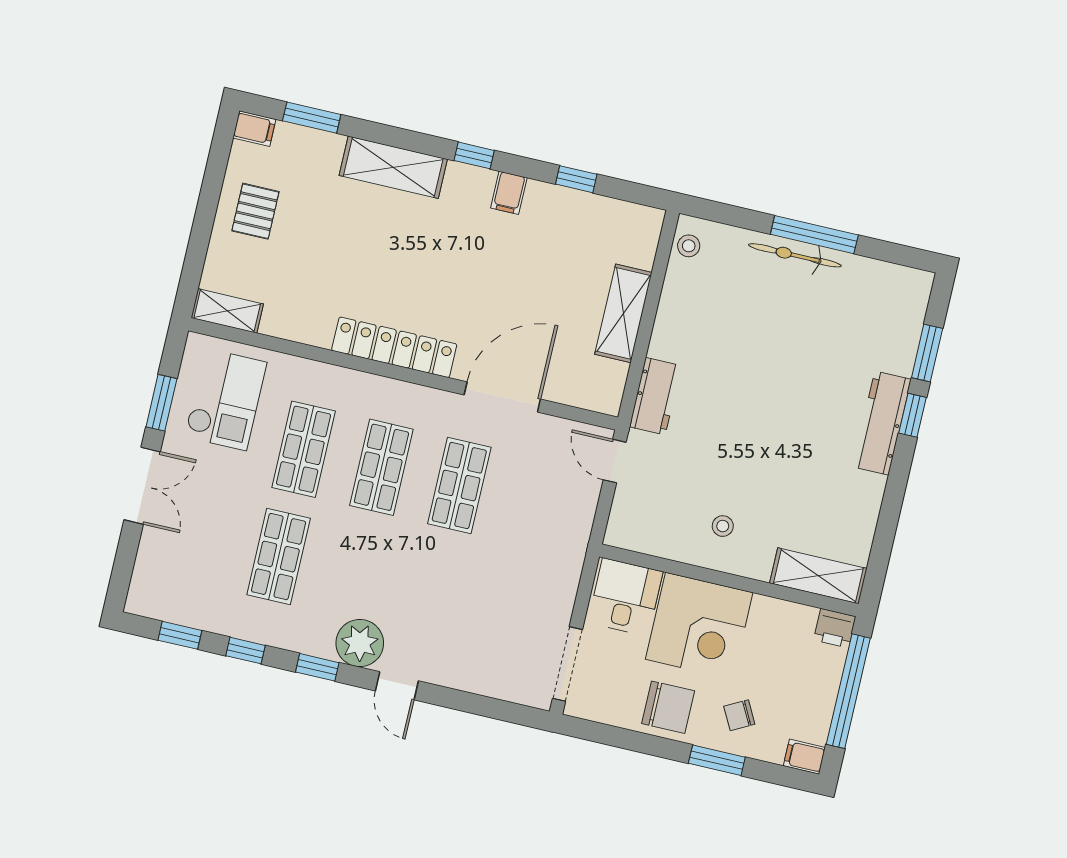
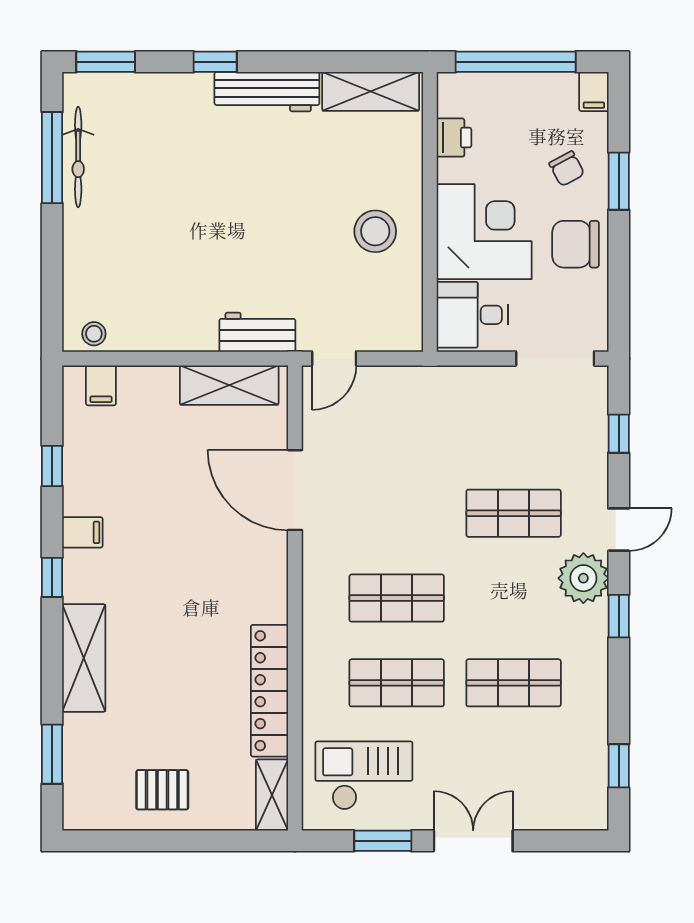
filing cabinet: (254, 129) -> (101, 385), moved, turned 180
window: (814, 235) -> (52, 158), moved
bicycle: (795, 255) -> (78, 157), moved
shelving: (623, 313) -> (229, 385), moved
locker: (394, 347) -> (270, 691), moved
window: (927, 353) -> (106, 62), moved
workbench: (882, 423) -> (267, 92), moved
shop shelf: (459, 485) -> (514, 513), moved
stool: (723, 526) -> (375, 231), width x1.89, depth x1.89
shelving: (818, 576) -> (371, 91), moved, turned 90
printer: (835, 628) -> (454, 138), moved
window: (245, 651) -> (619, 434), moved
chair: (668, 707) -> (576, 244), turned -90

